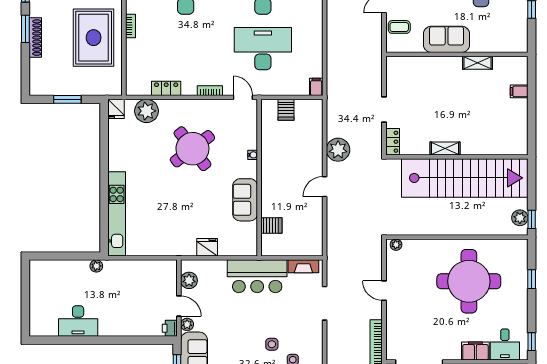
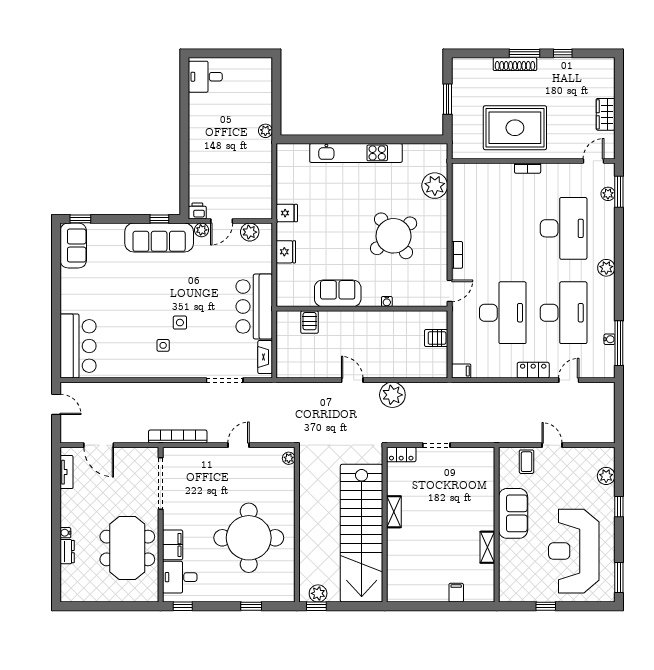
locker: (166, 88) -> (533, 370), moved, turned -90
fridge: (116, 109) -> (287, 213), moved, turned 180
kitchen unit: (117, 214) -> (356, 153), moved
desk: (78, 321) -> (205, 77), moved, width x0.73

